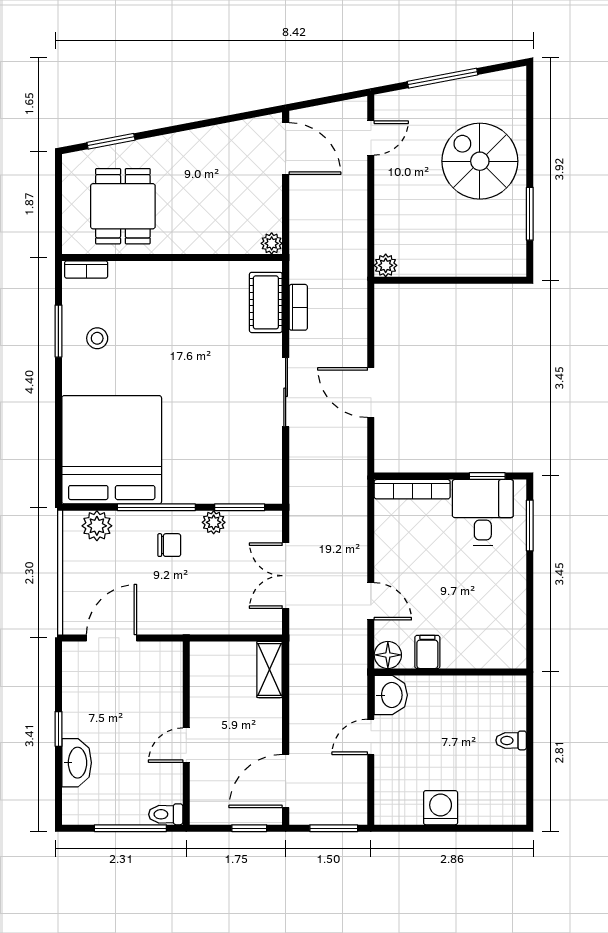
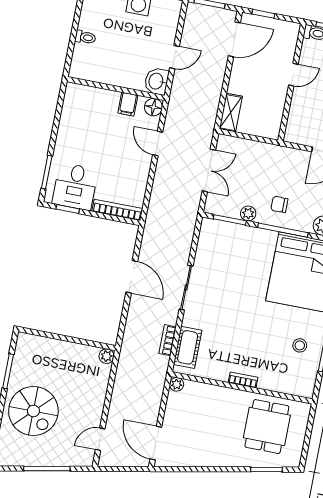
bookcase: (86, 270) -> (243, 380), moved

